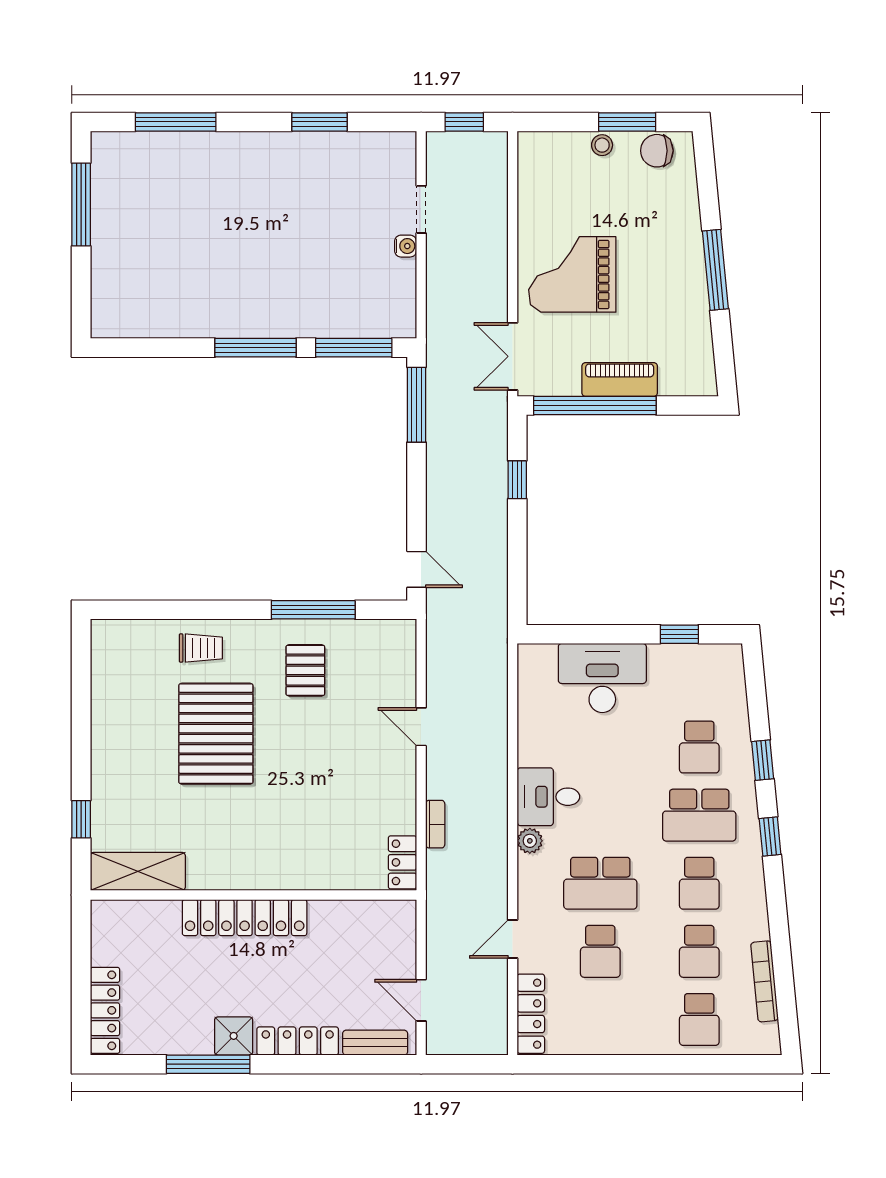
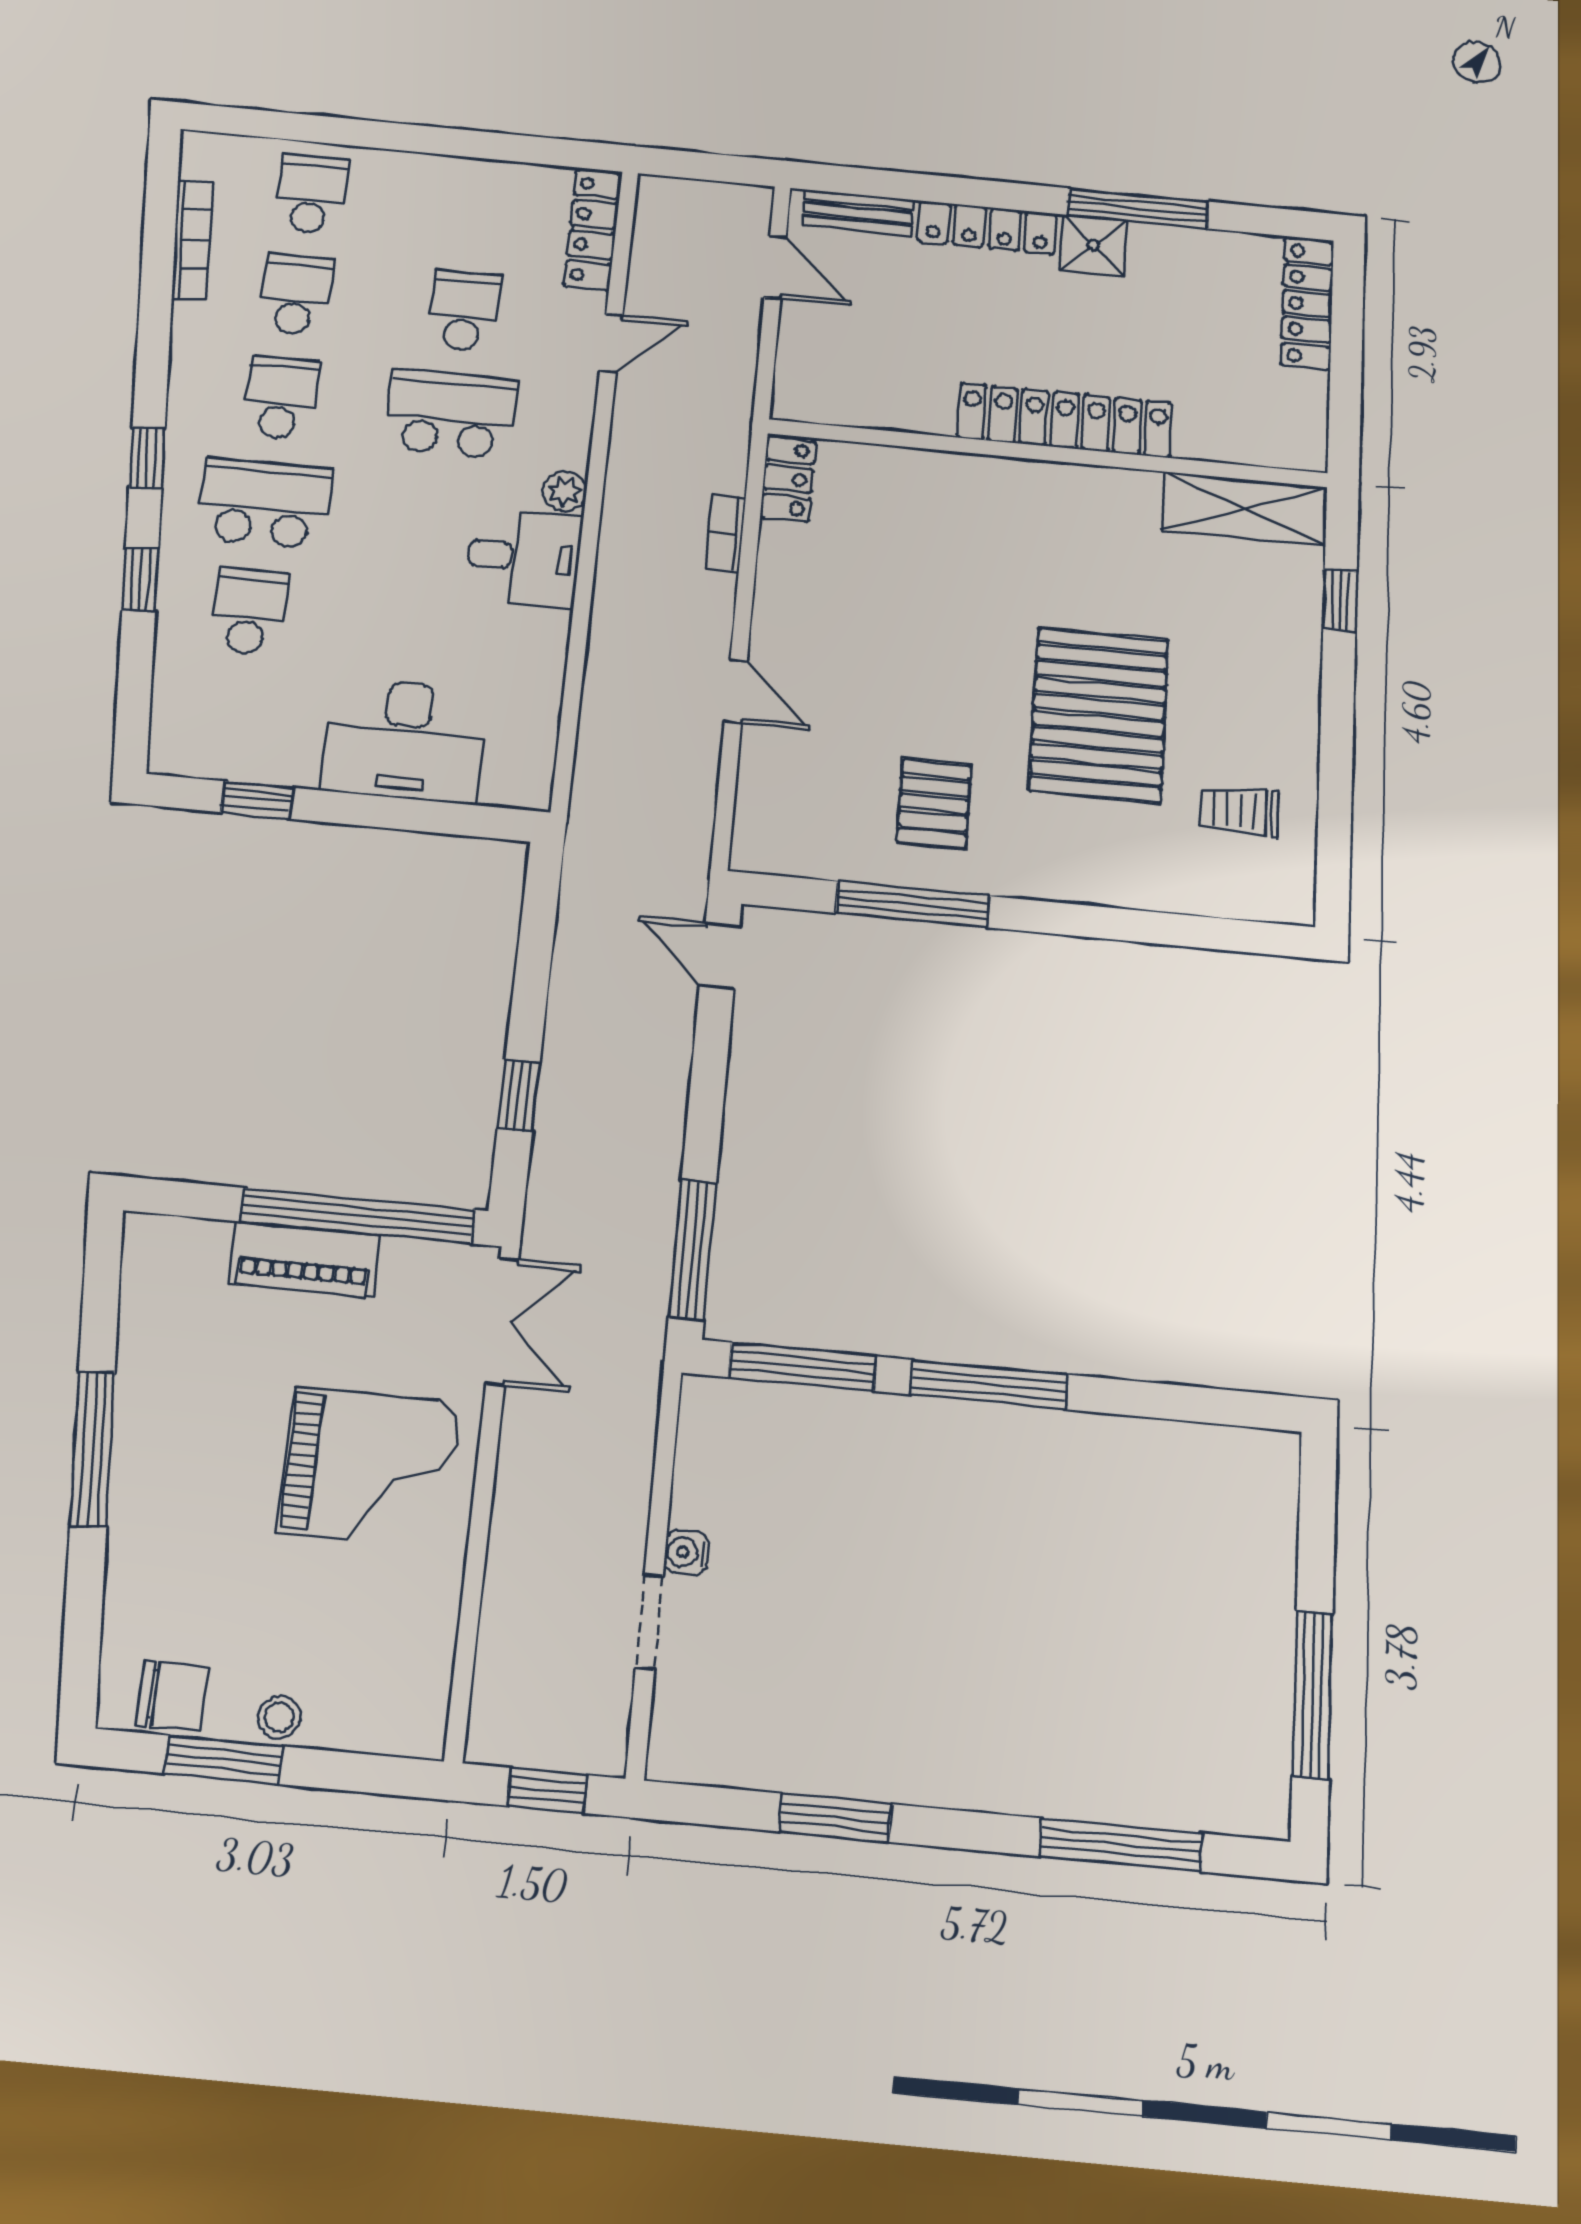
trolley: (201, 648) -> (1239, 811), moved

